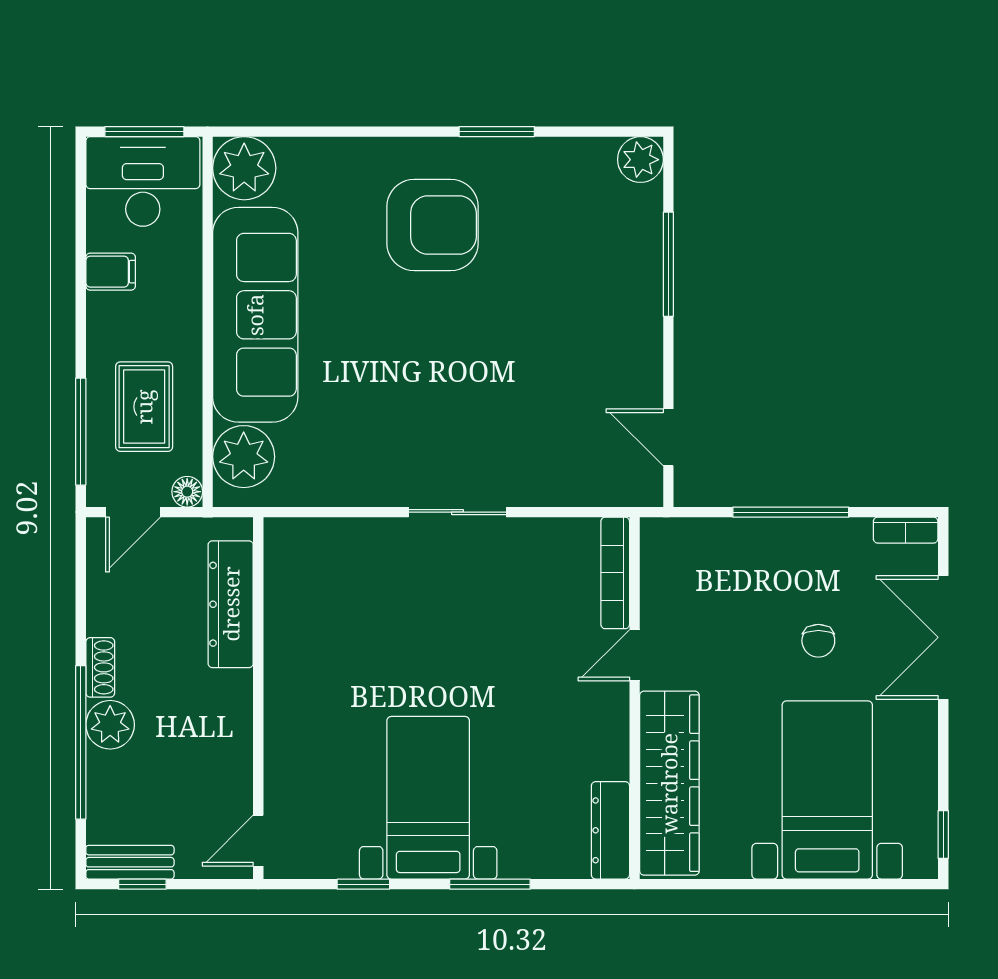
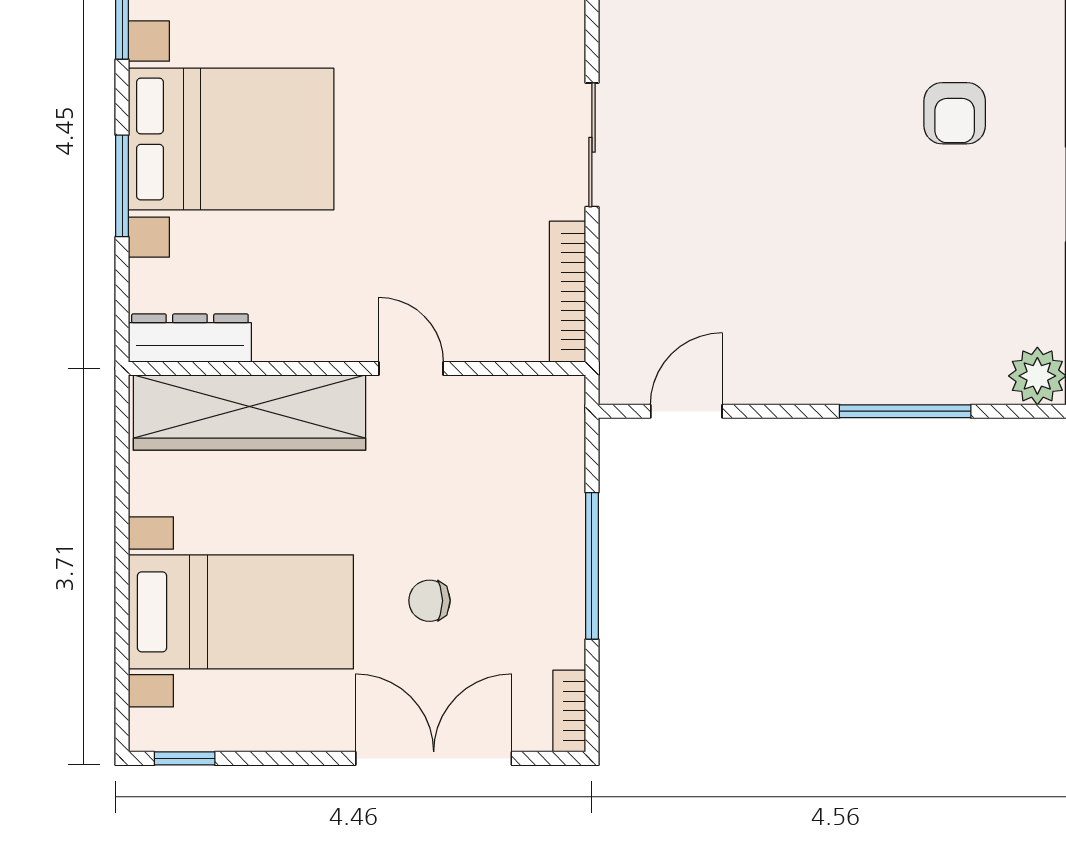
armchair: (432, 225) -> (955, 113), width x0.53, depth x0.53
bookcase: (615, 573) -> (568, 292), moved, turned -90
bed with nightstands: (428, 798) -> (231, 139), width x1.36

